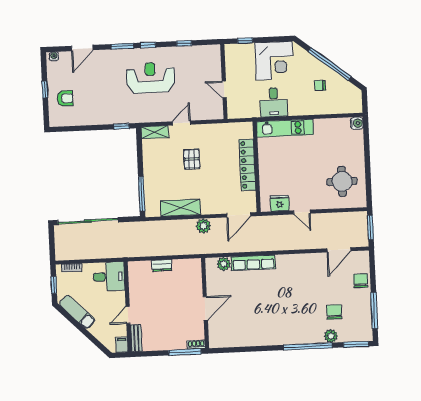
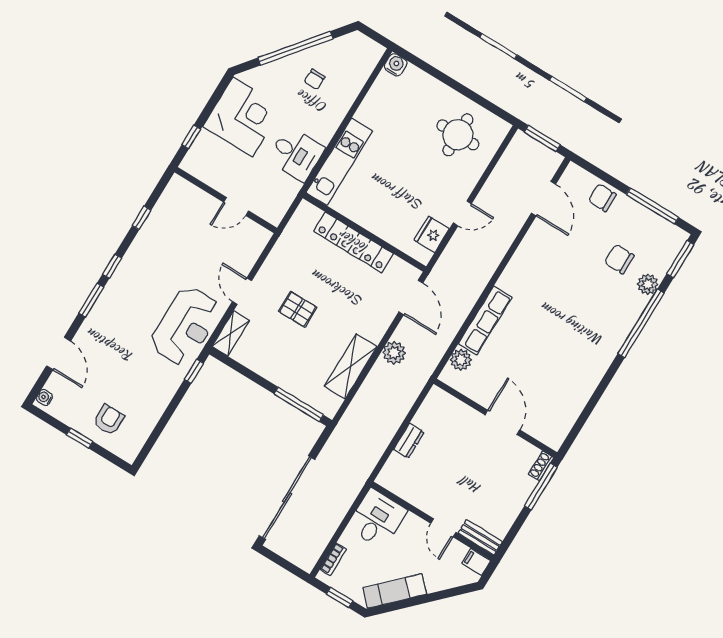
reception desk: (150, 78) -> (185, 326), moved, turned 180

